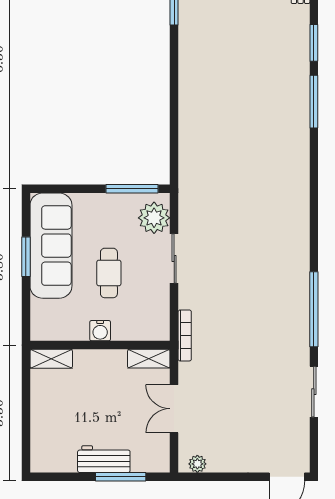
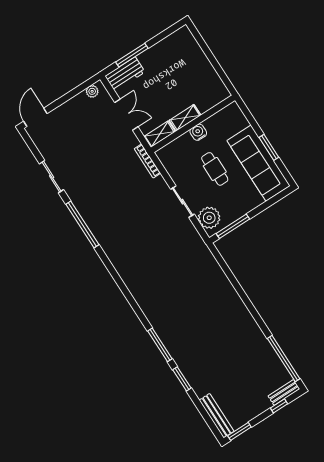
shelving: (51, 359) -> (185, 118), moved
workbench: (104, 459) -> (125, 74), moved

